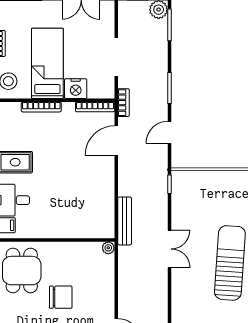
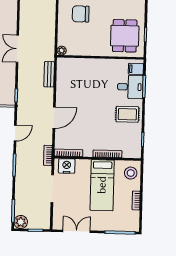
nightstand: (76, 89) -> (67, 166), moved
door: (116, 141) -> (54, 118), moved
bench: (125, 221) -> (49, 74), width x0.73
chair: (61, 297) -> (81, 14), moved

